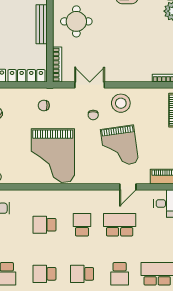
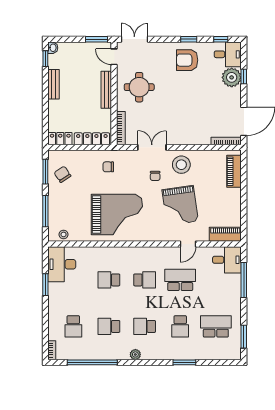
grand piano: (53, 156) -> (117, 214), turned -90
school desk: (82, 225) -> (145, 280), turned 90

